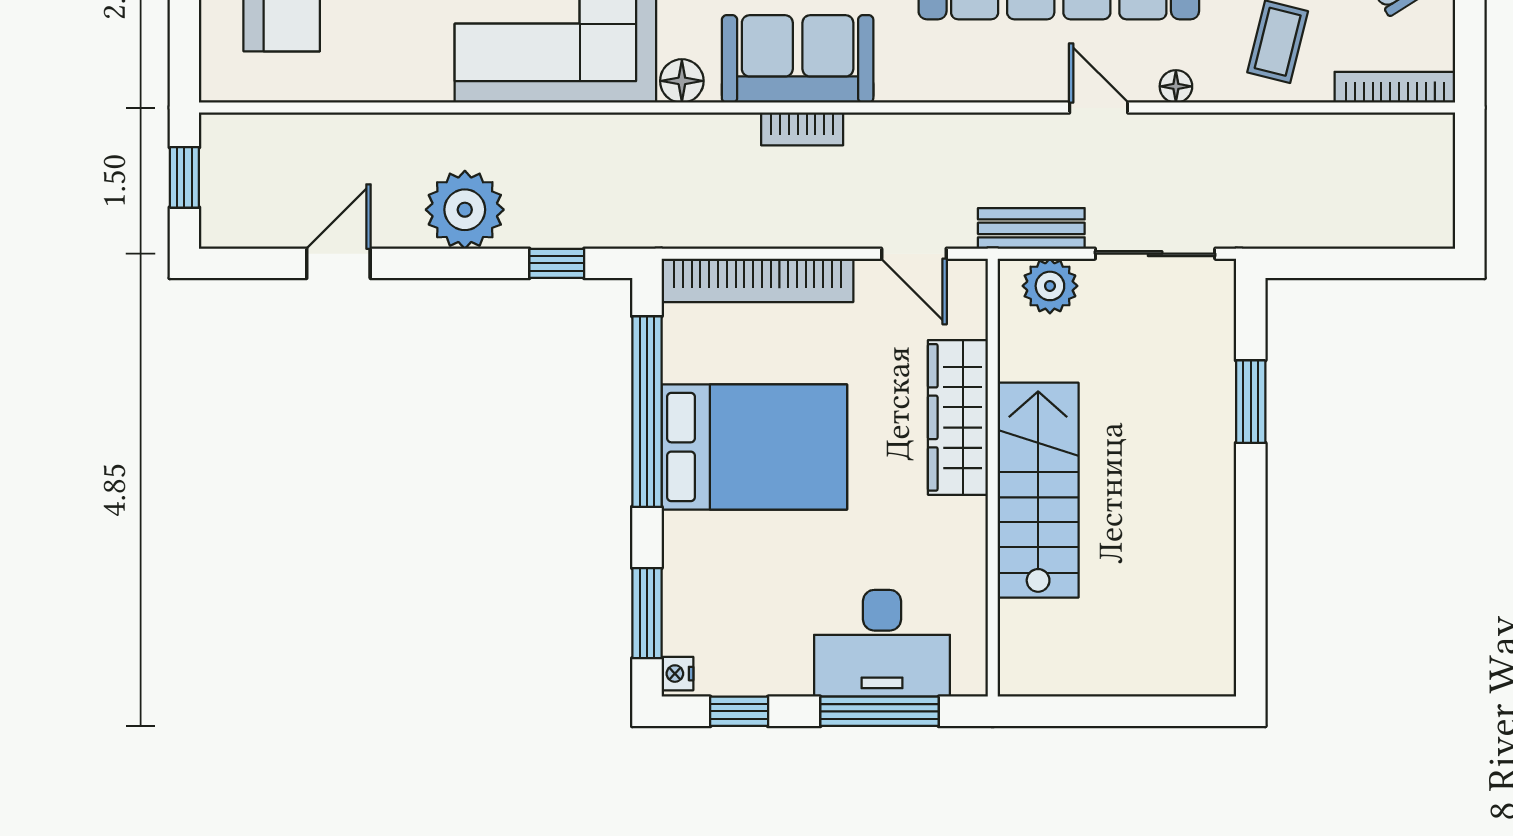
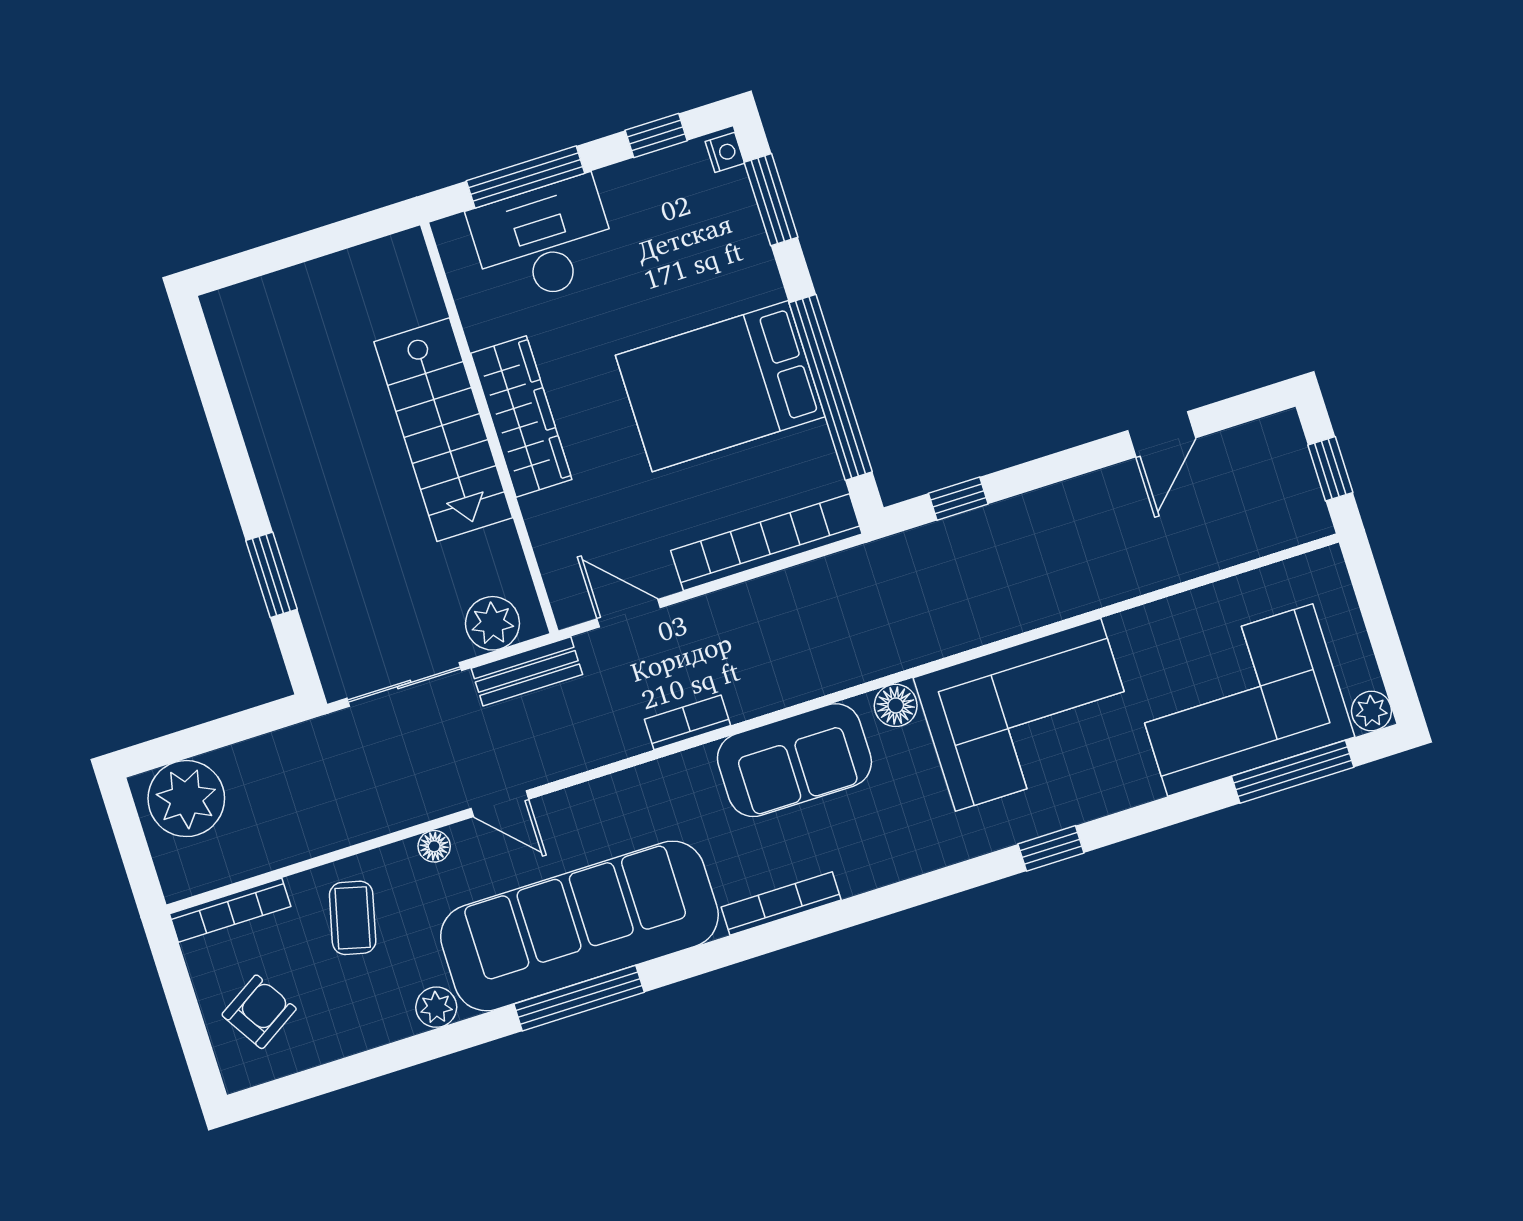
bookcase: (802, 129) -> (687, 722), moved
plant: (465, 210) -> (186, 799), moved
wardrobe: (958, 417) -> (521, 416), moved

